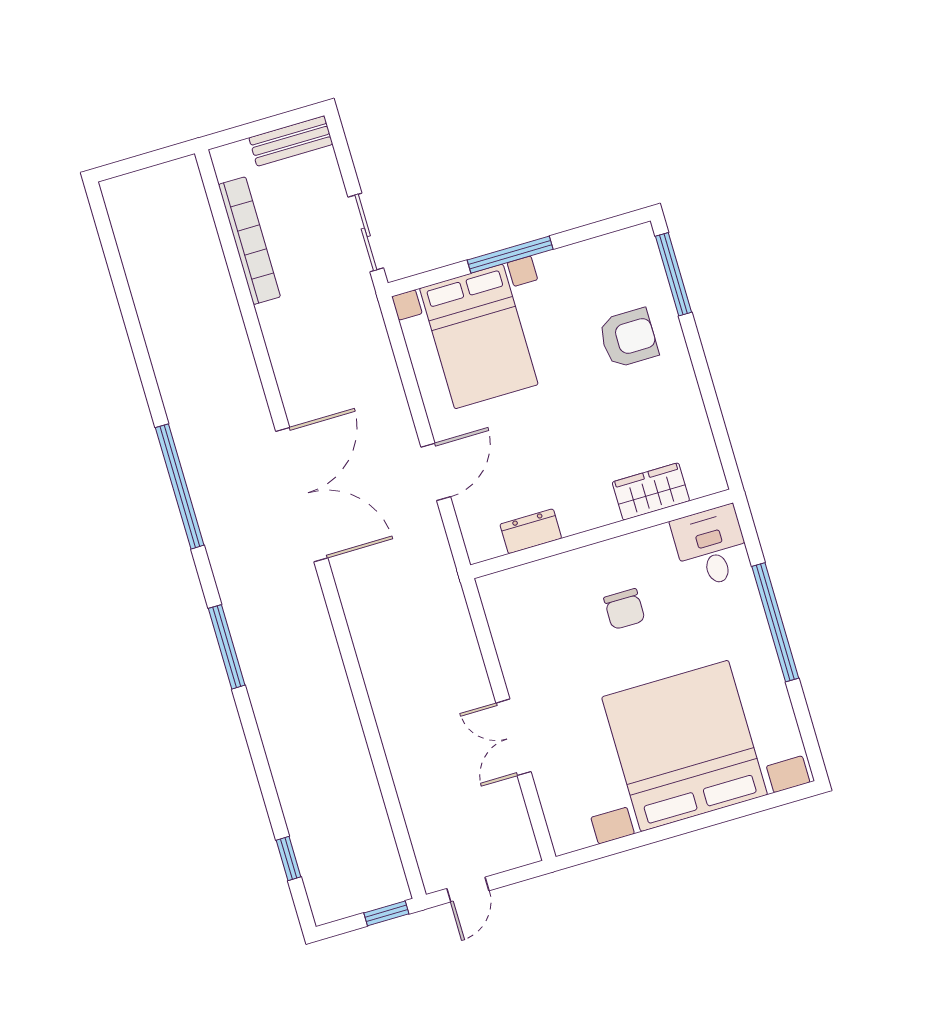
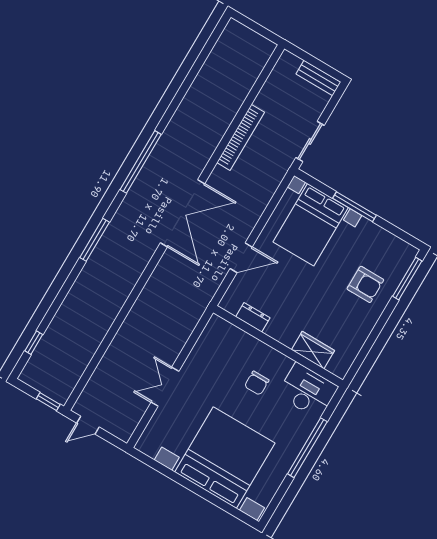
bookcase: (249, 241) -> (241, 137), moved
desk: (711, 547) -> (308, 391), width x1.37

